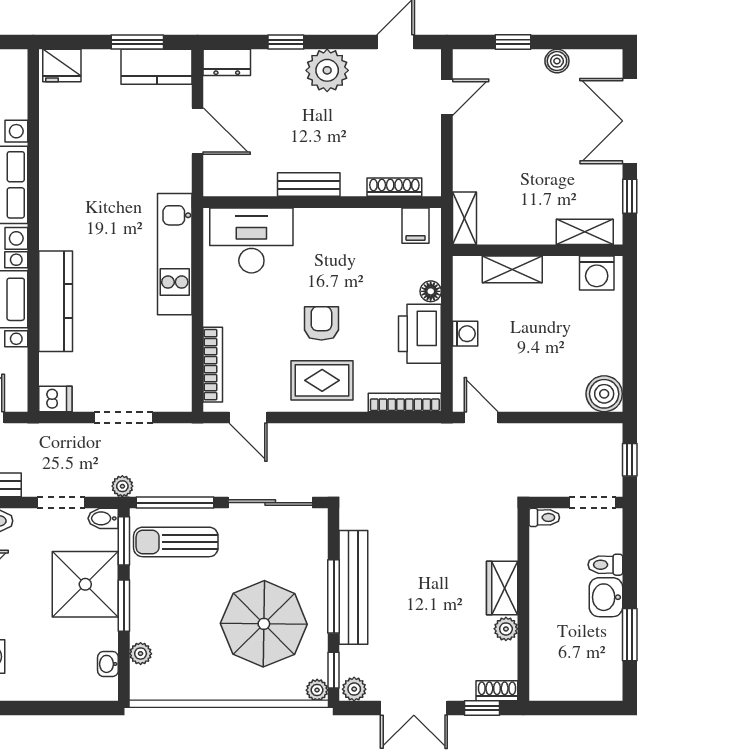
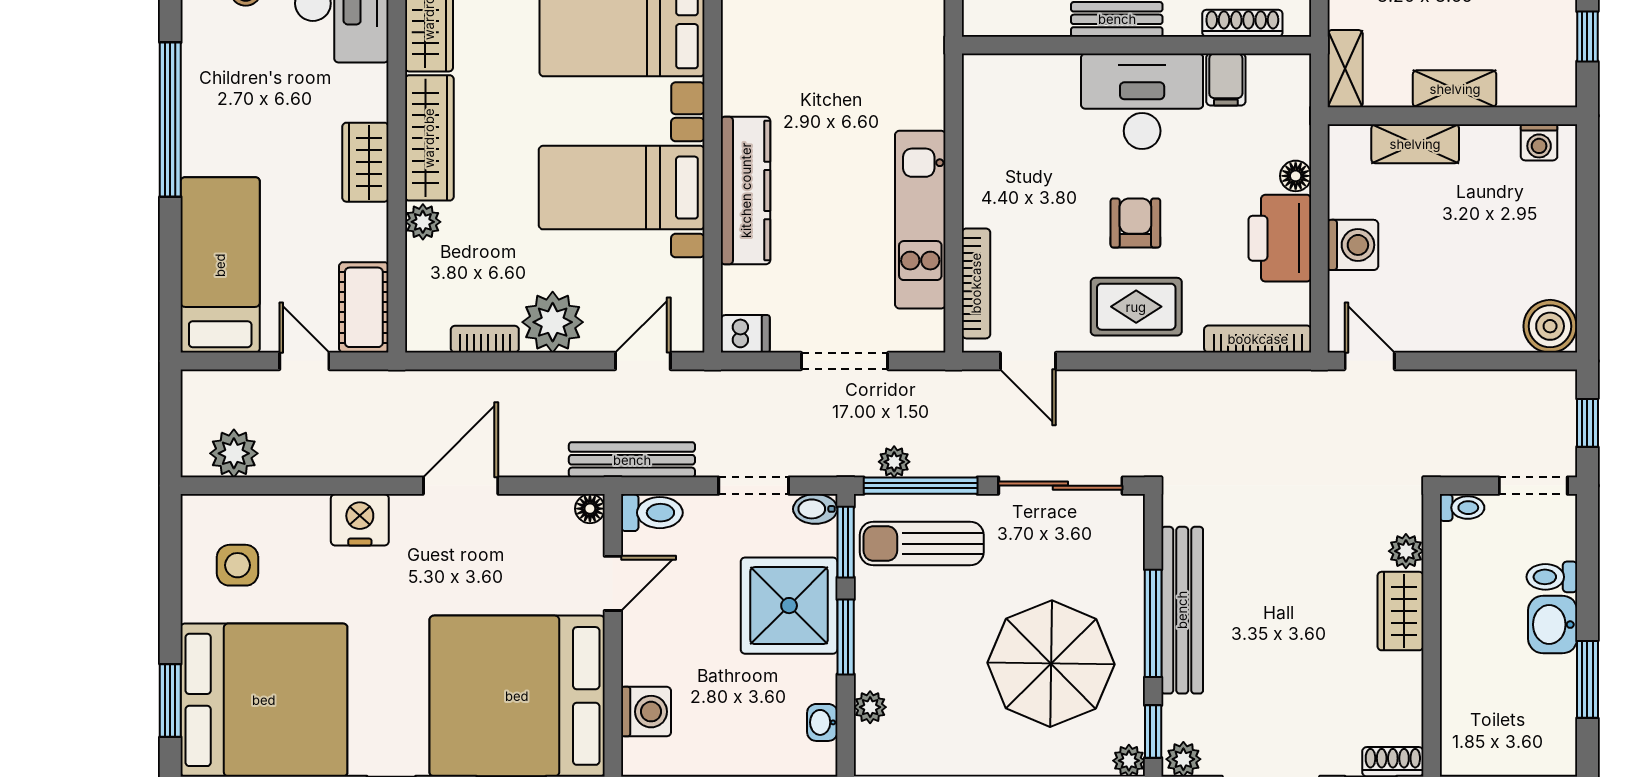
filing cabinet: (416, 226) -> (1226, 79), moved
shelving: (585, 232) -> (1455, 89), moved
desk: (251, 240) -> (1142, 101), moved
kitchen unit: (175, 254) -> (920, 220), moved
washing machine: (597, 273) -> (1539, 142), width x0.73, depth x0.73
washing machine: (465, 334) -> (1353, 245), width x1.38, depth x1.38
plant: (122, 486) -> (894, 462), moved
plant: (506, 629) -> (1406, 551), moved

